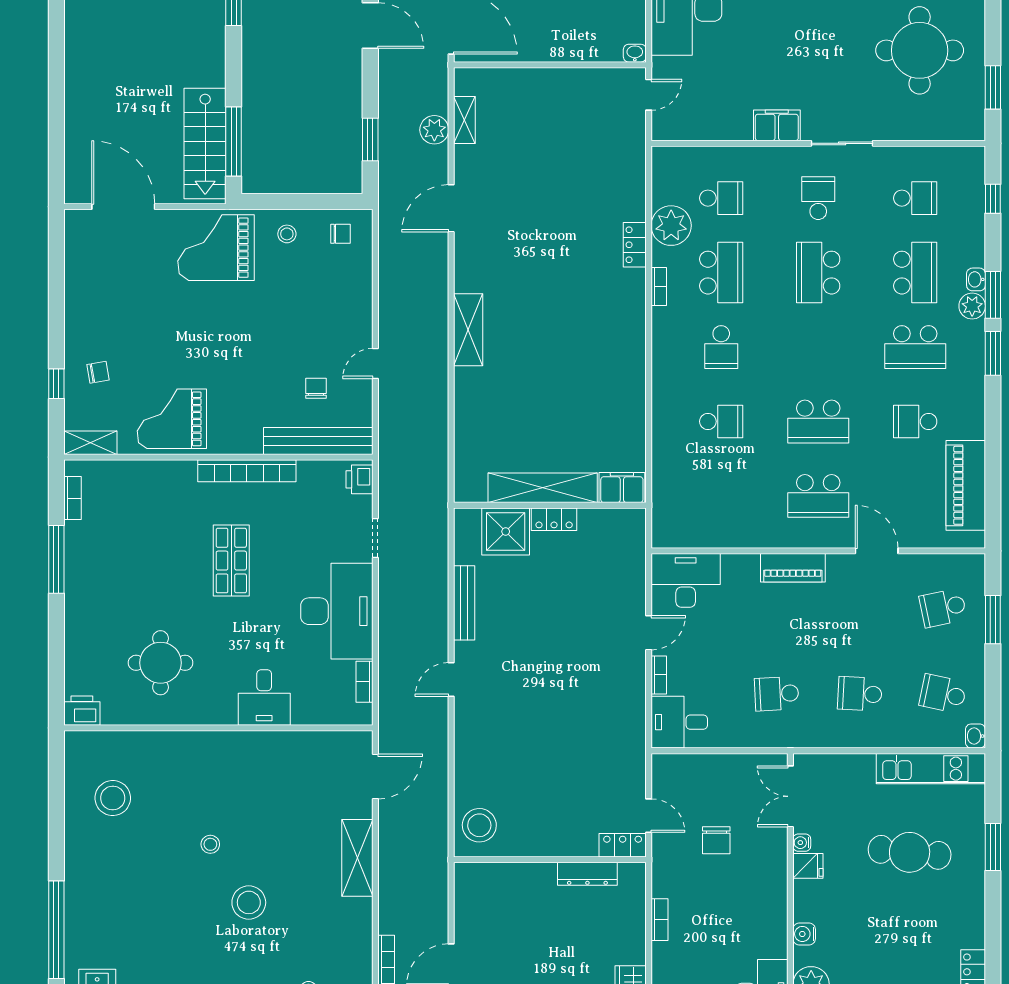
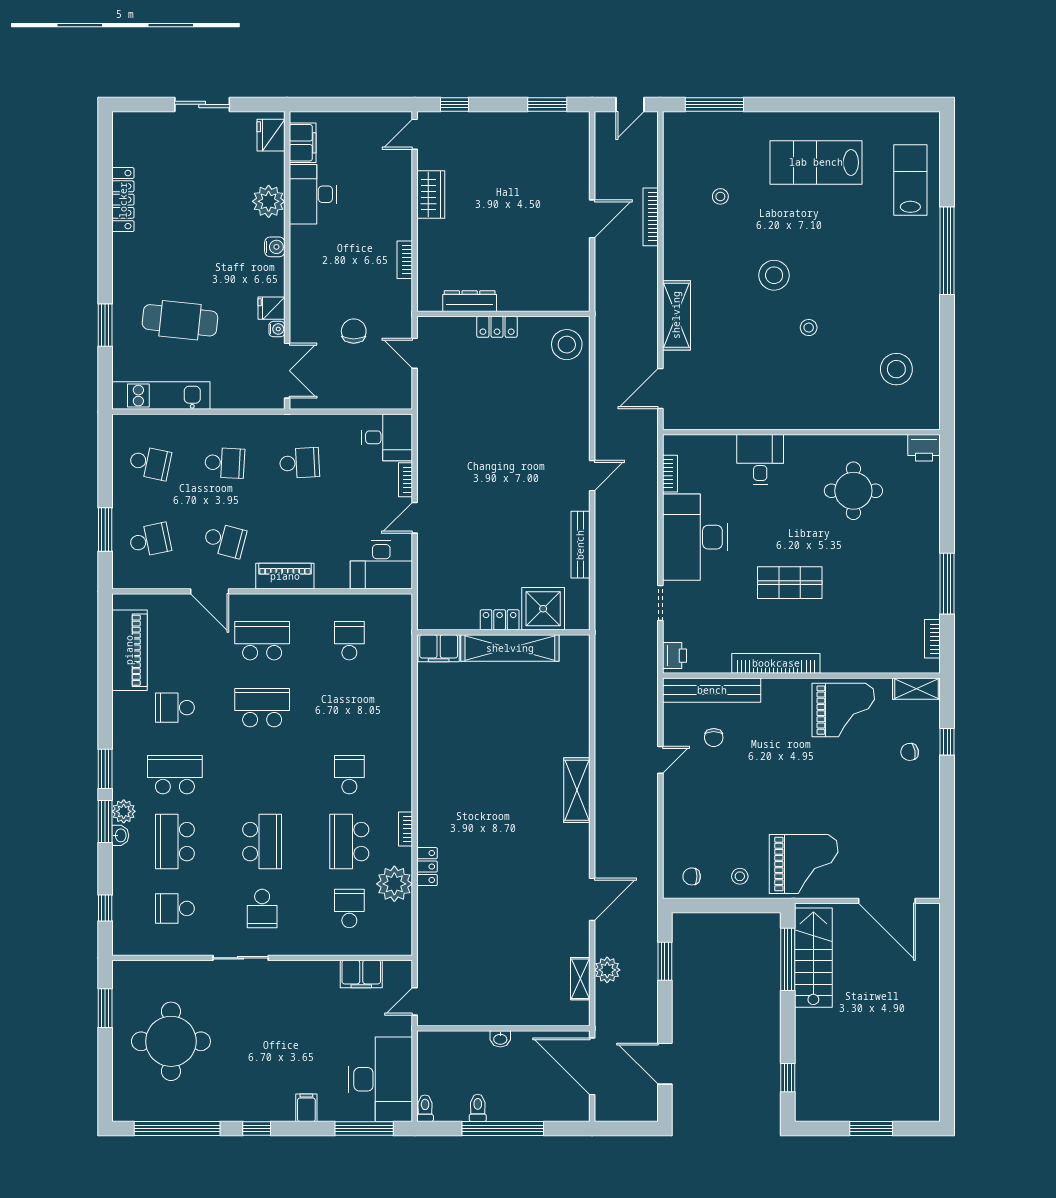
washbasin: (635, 53) -> (500, 1039), moved
filing cabinet: (777, 125) -> (361, 974), moved
school desk: (721, 198) -> (349, 908), turned 90
school desk: (721, 421) -> (349, 641), moved, turned 90
school desk: (915, 421) -> (175, 708), turned 180
shop shelf: (231, 561) -> (790, 583), turned 90
school desk: (860, 608) -> (225, 540), added
washbasin: (975, 736) -> (121, 425), removed
locker: (623, 845) -> (497, 327), moved

